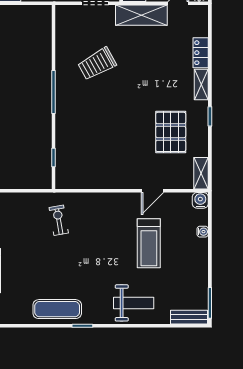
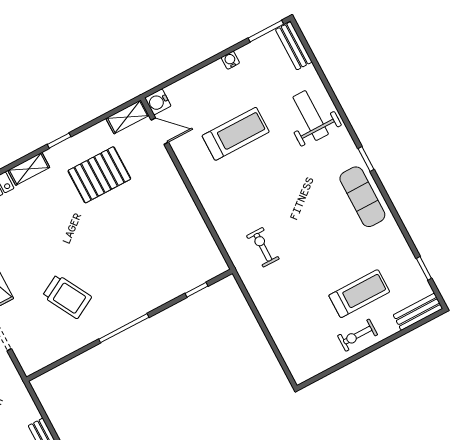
door: (152, 191) -> (160, 131), moved
exercise bike: (59, 220) -> (263, 247), turned 100
water cooler: (203, 232) -> (230, 60), moved

